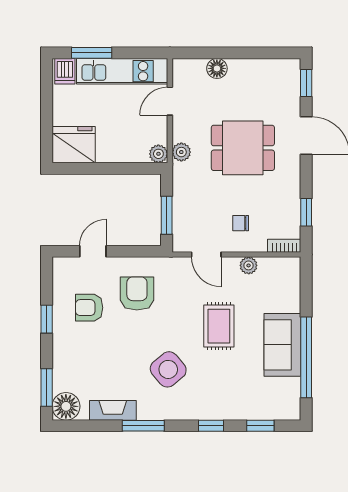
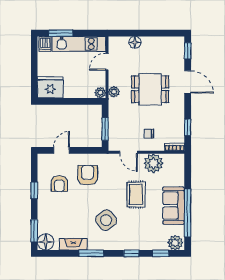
plant: (249, 265) -> (154, 163), width x1.87, depth x1.87
armchair: (89, 308) -> (59, 184), turned -90
plant: (285, 408) -> (175, 243), added

